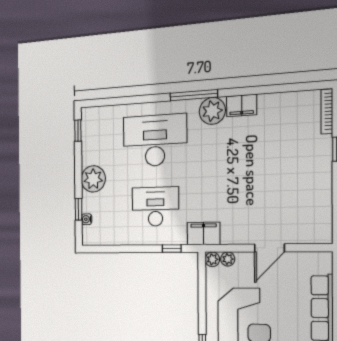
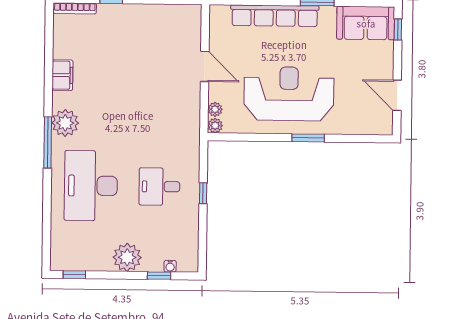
filing cabinet: (242, 105) -> (62, 75), moved
desk: (155, 207) -> (159, 187), width x0.73
filing cabinet: (204, 233) -> (189, 134), removed
window: (172, 249) -> (203, 193), moved

